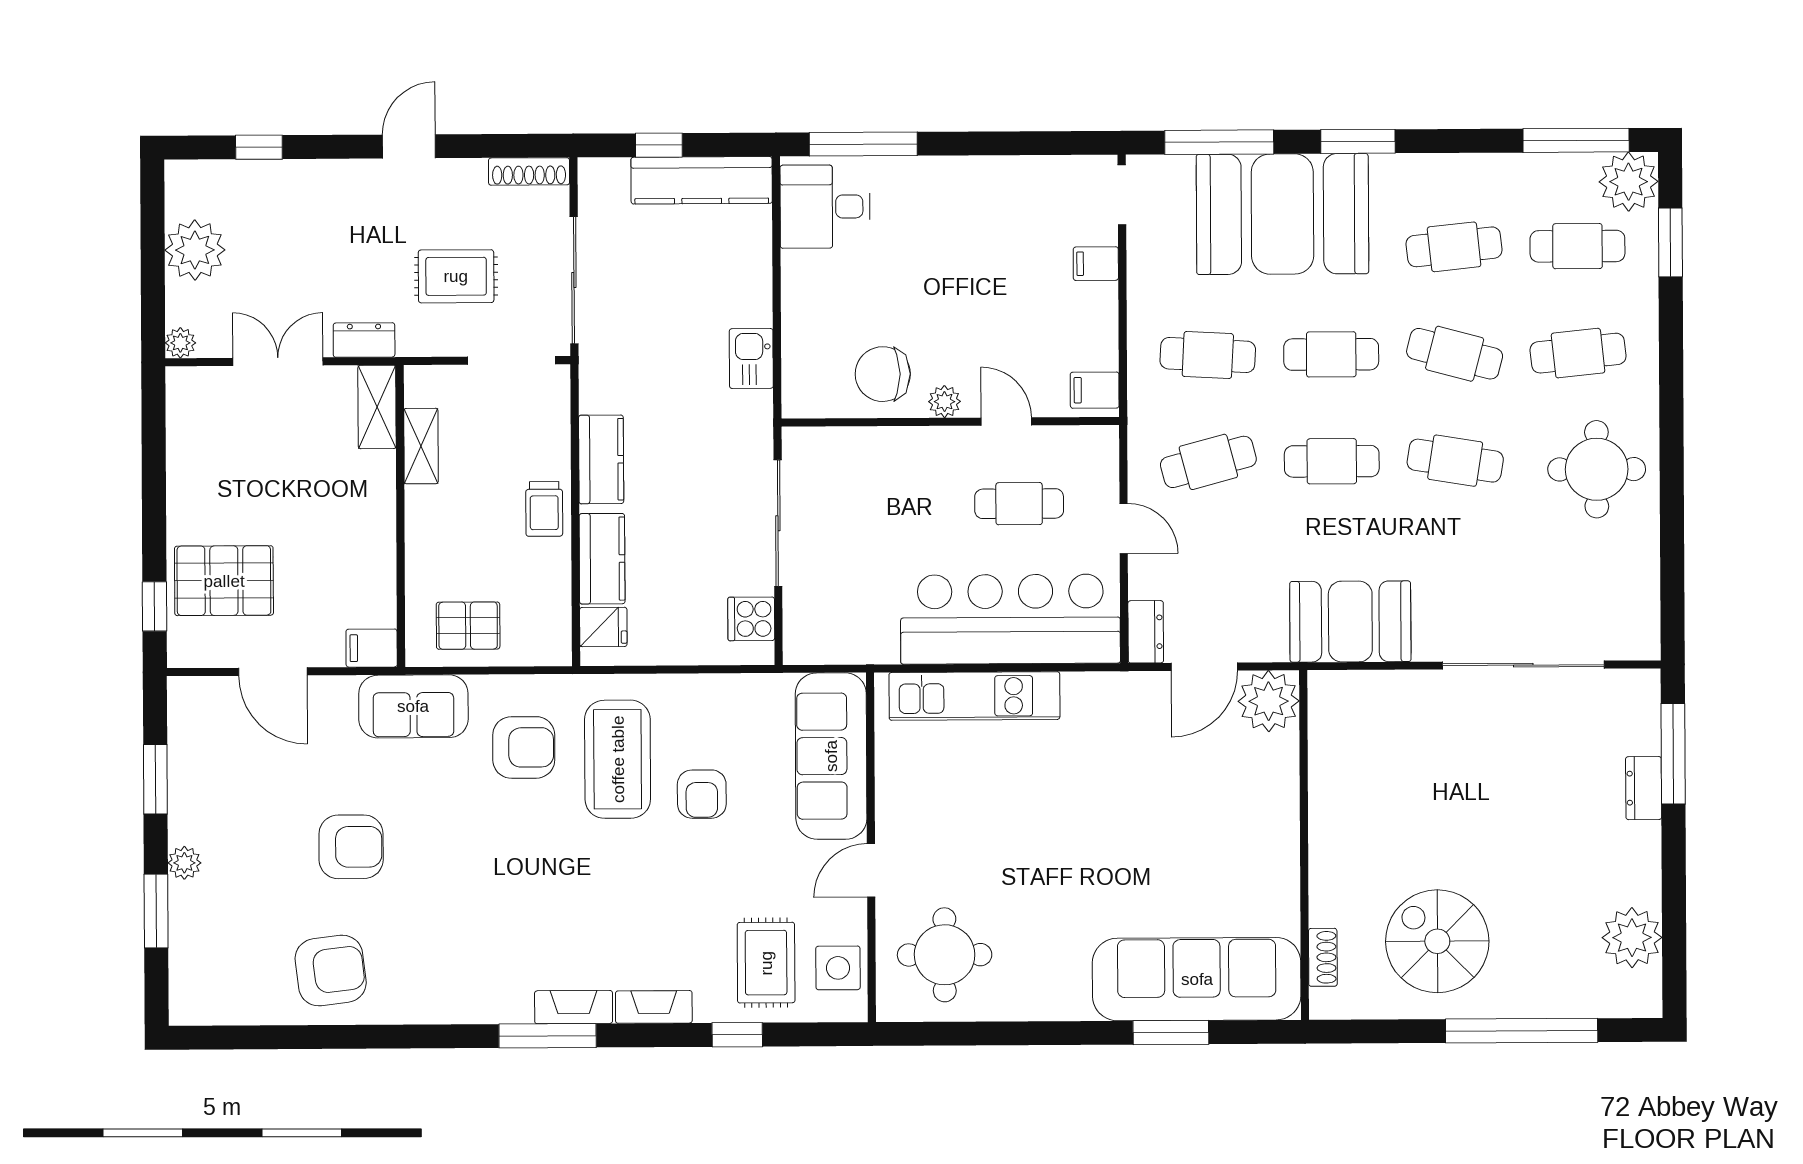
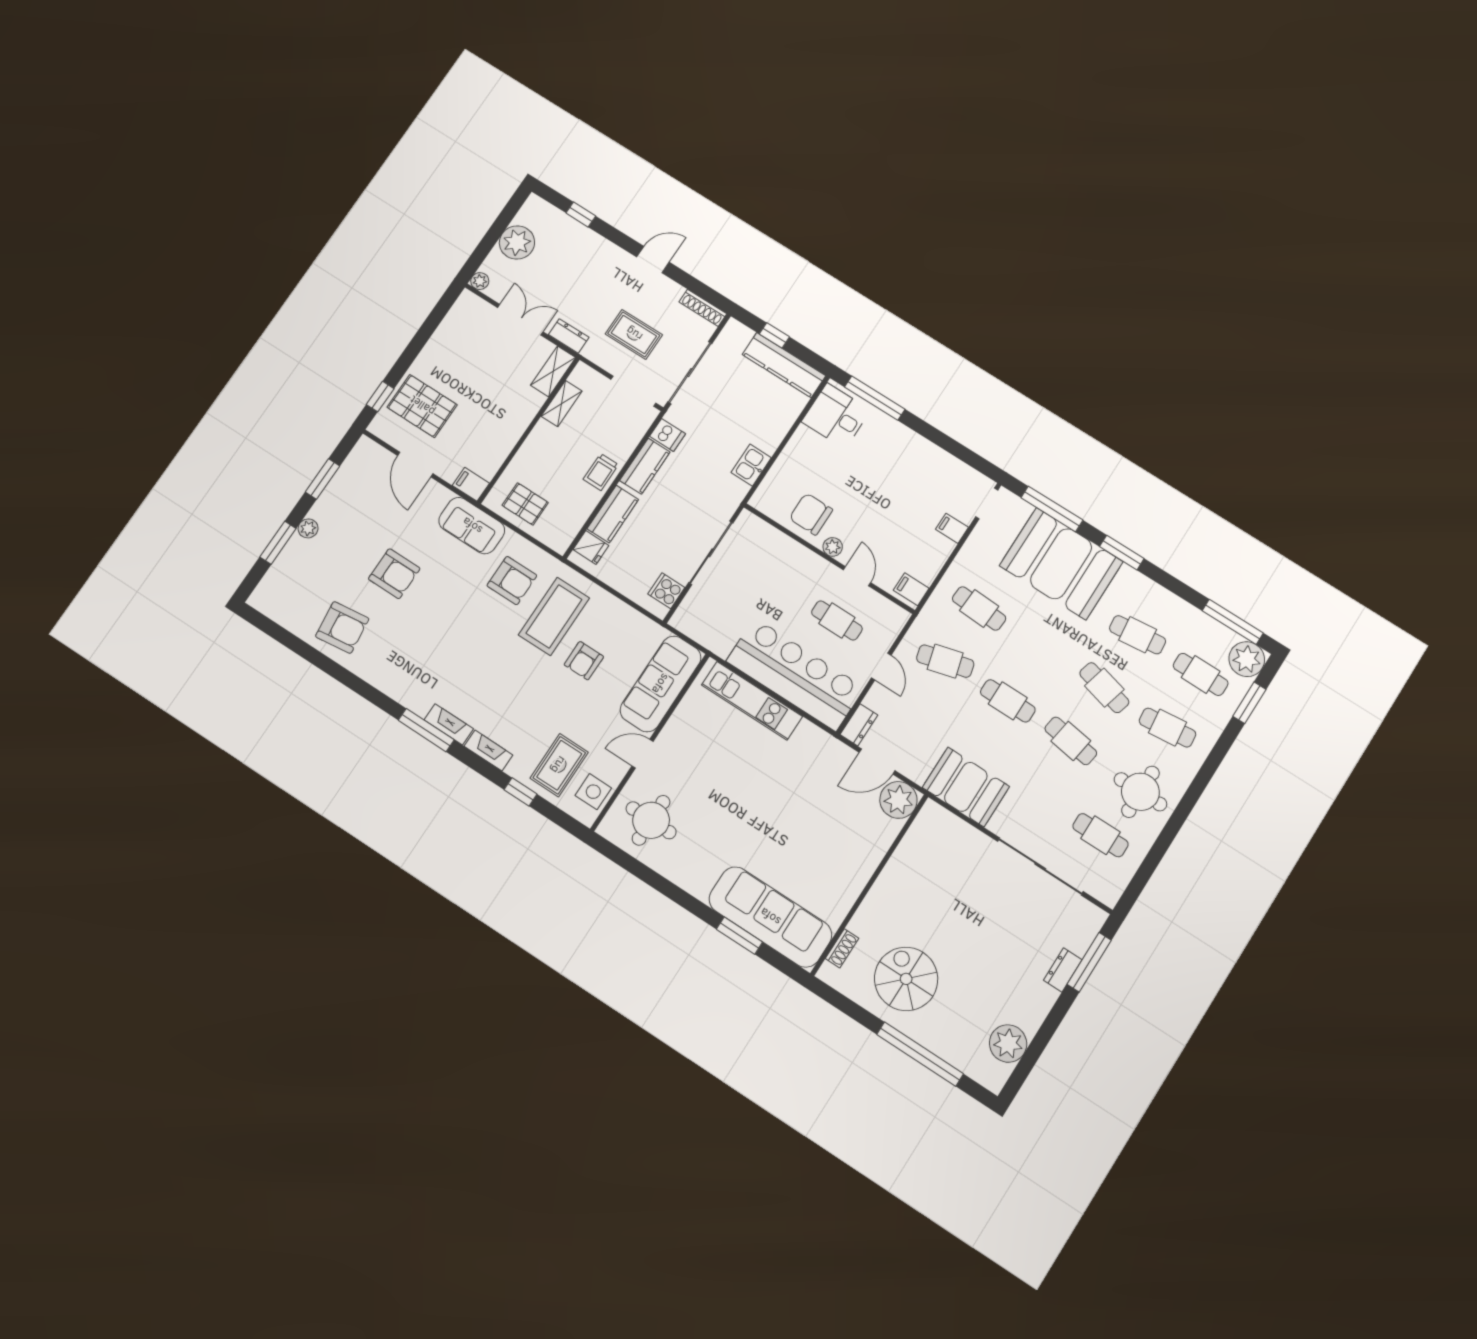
cafe table: (1331, 354) -> (1100, 835), moved
dishwasher: (603, 393) -> (667, 435), added

